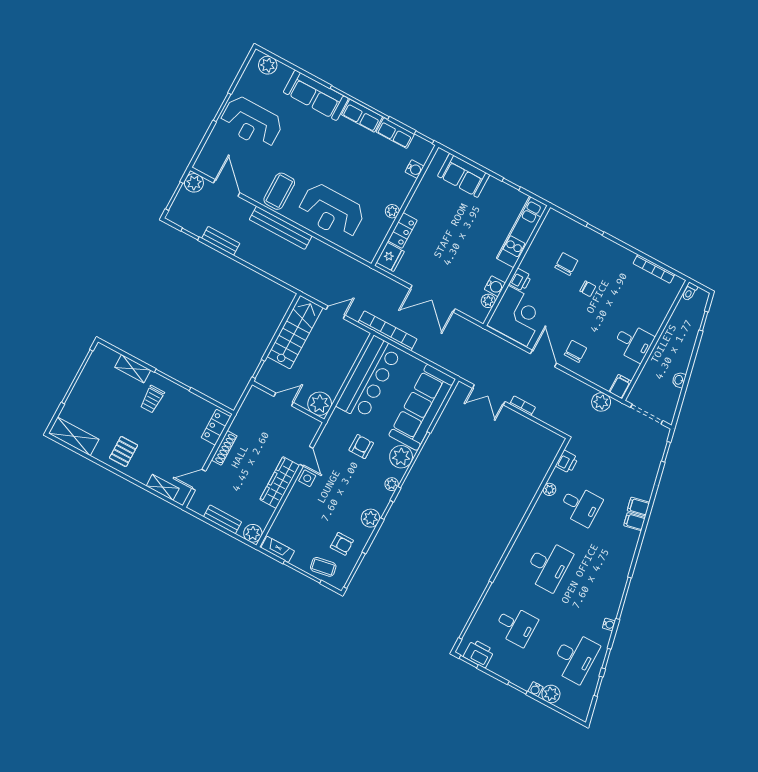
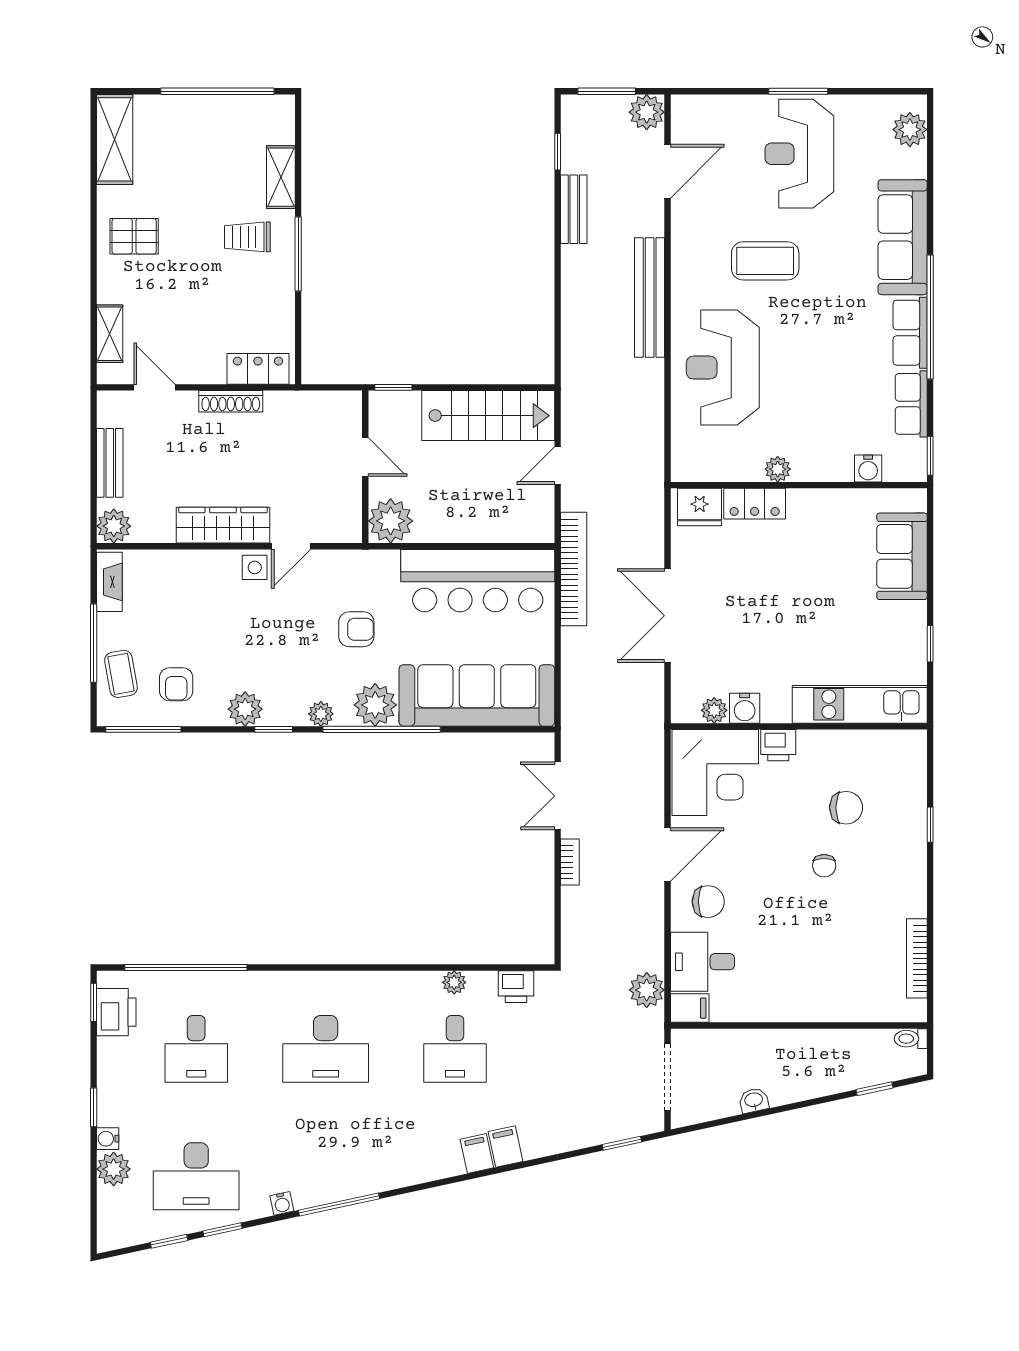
coffee table: (279, 191) -> (765, 261), moved
door: (336, 312) -> (558, 466), swing flipped
desk: (633, 343) -> (702, 962), moved, turned 90

